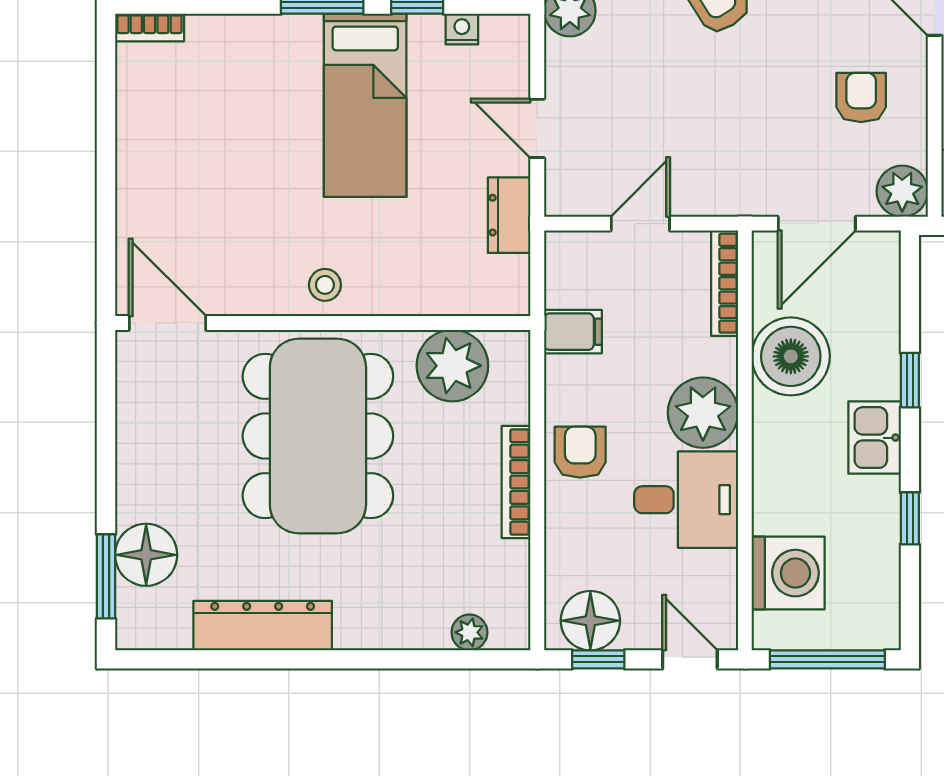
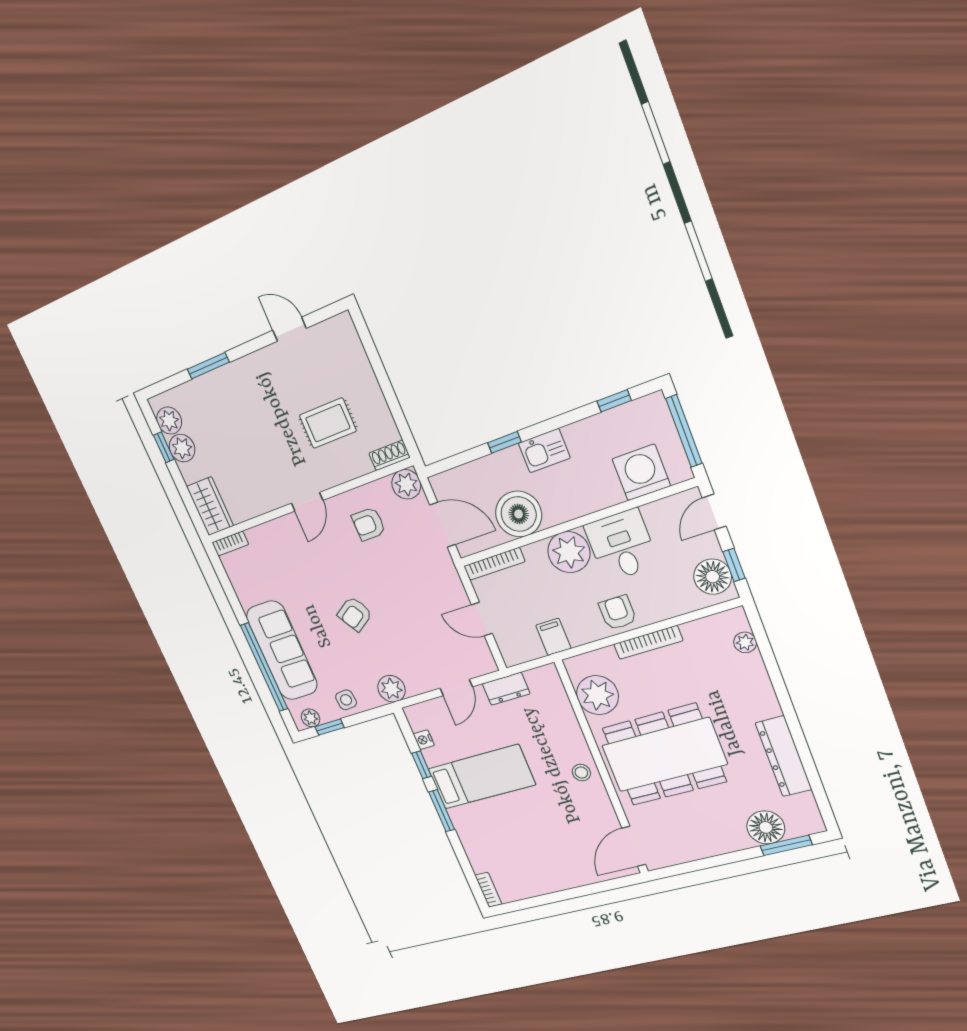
armchair: (580, 452) -> (618, 613), turned 90
window: (910, 518) -> (614, 401), moved

